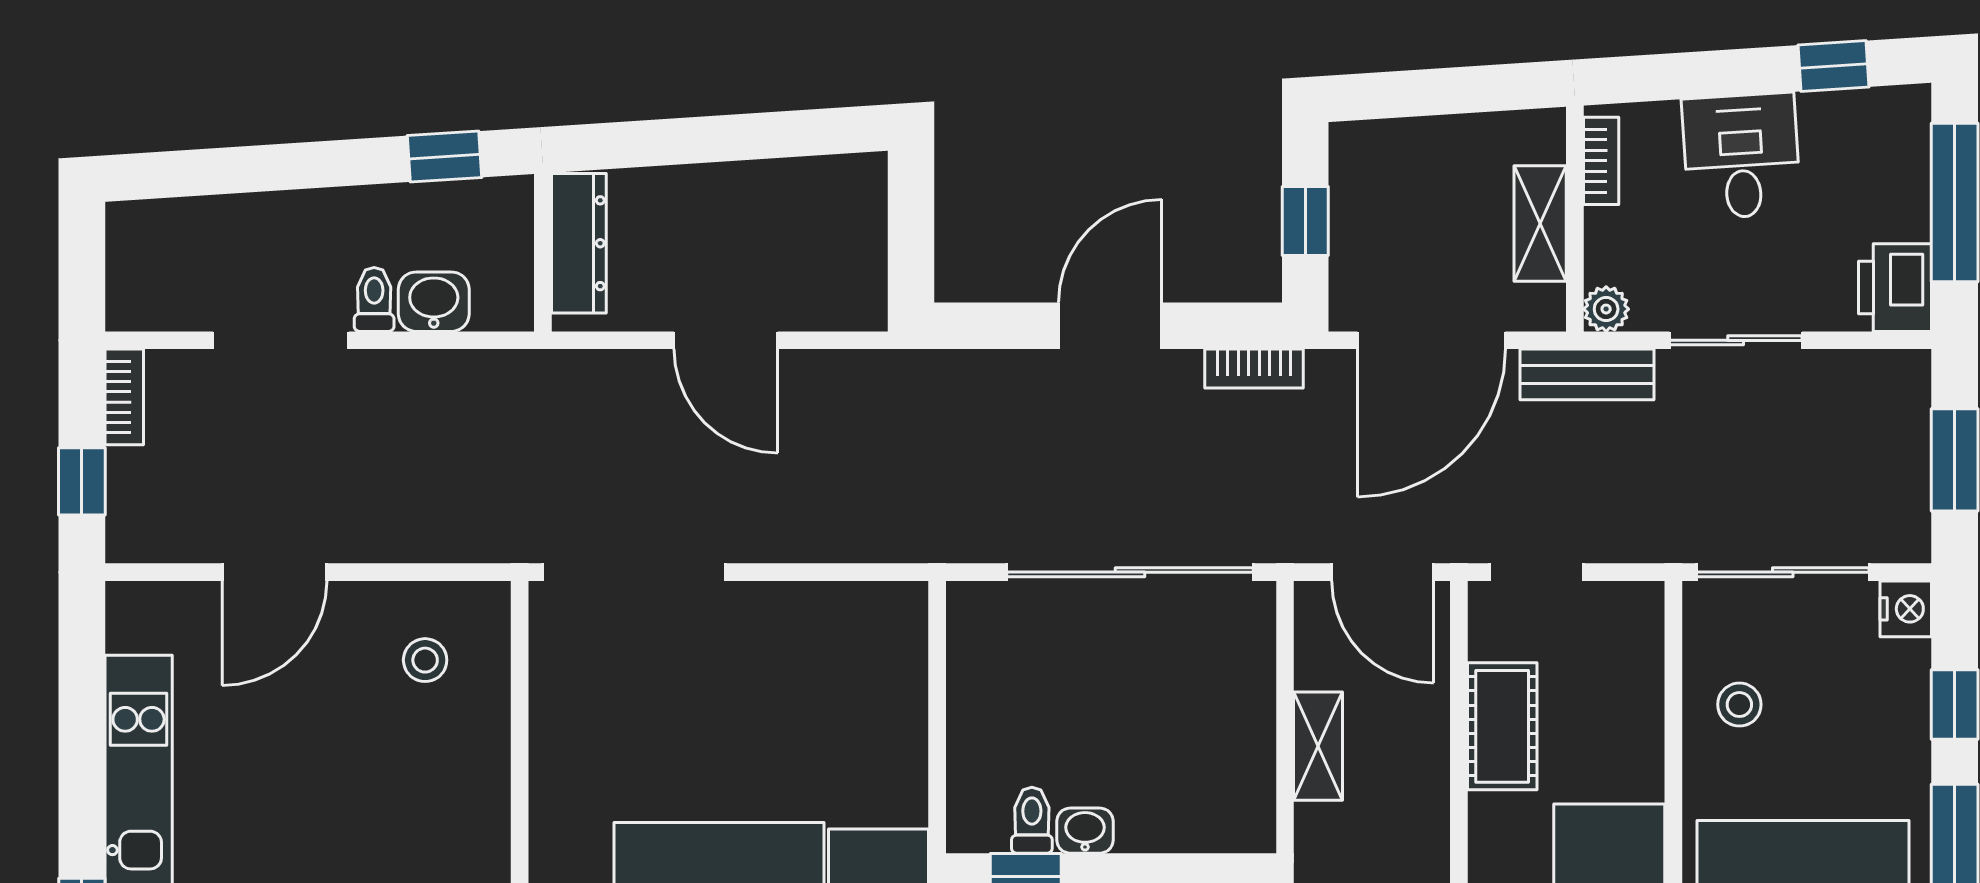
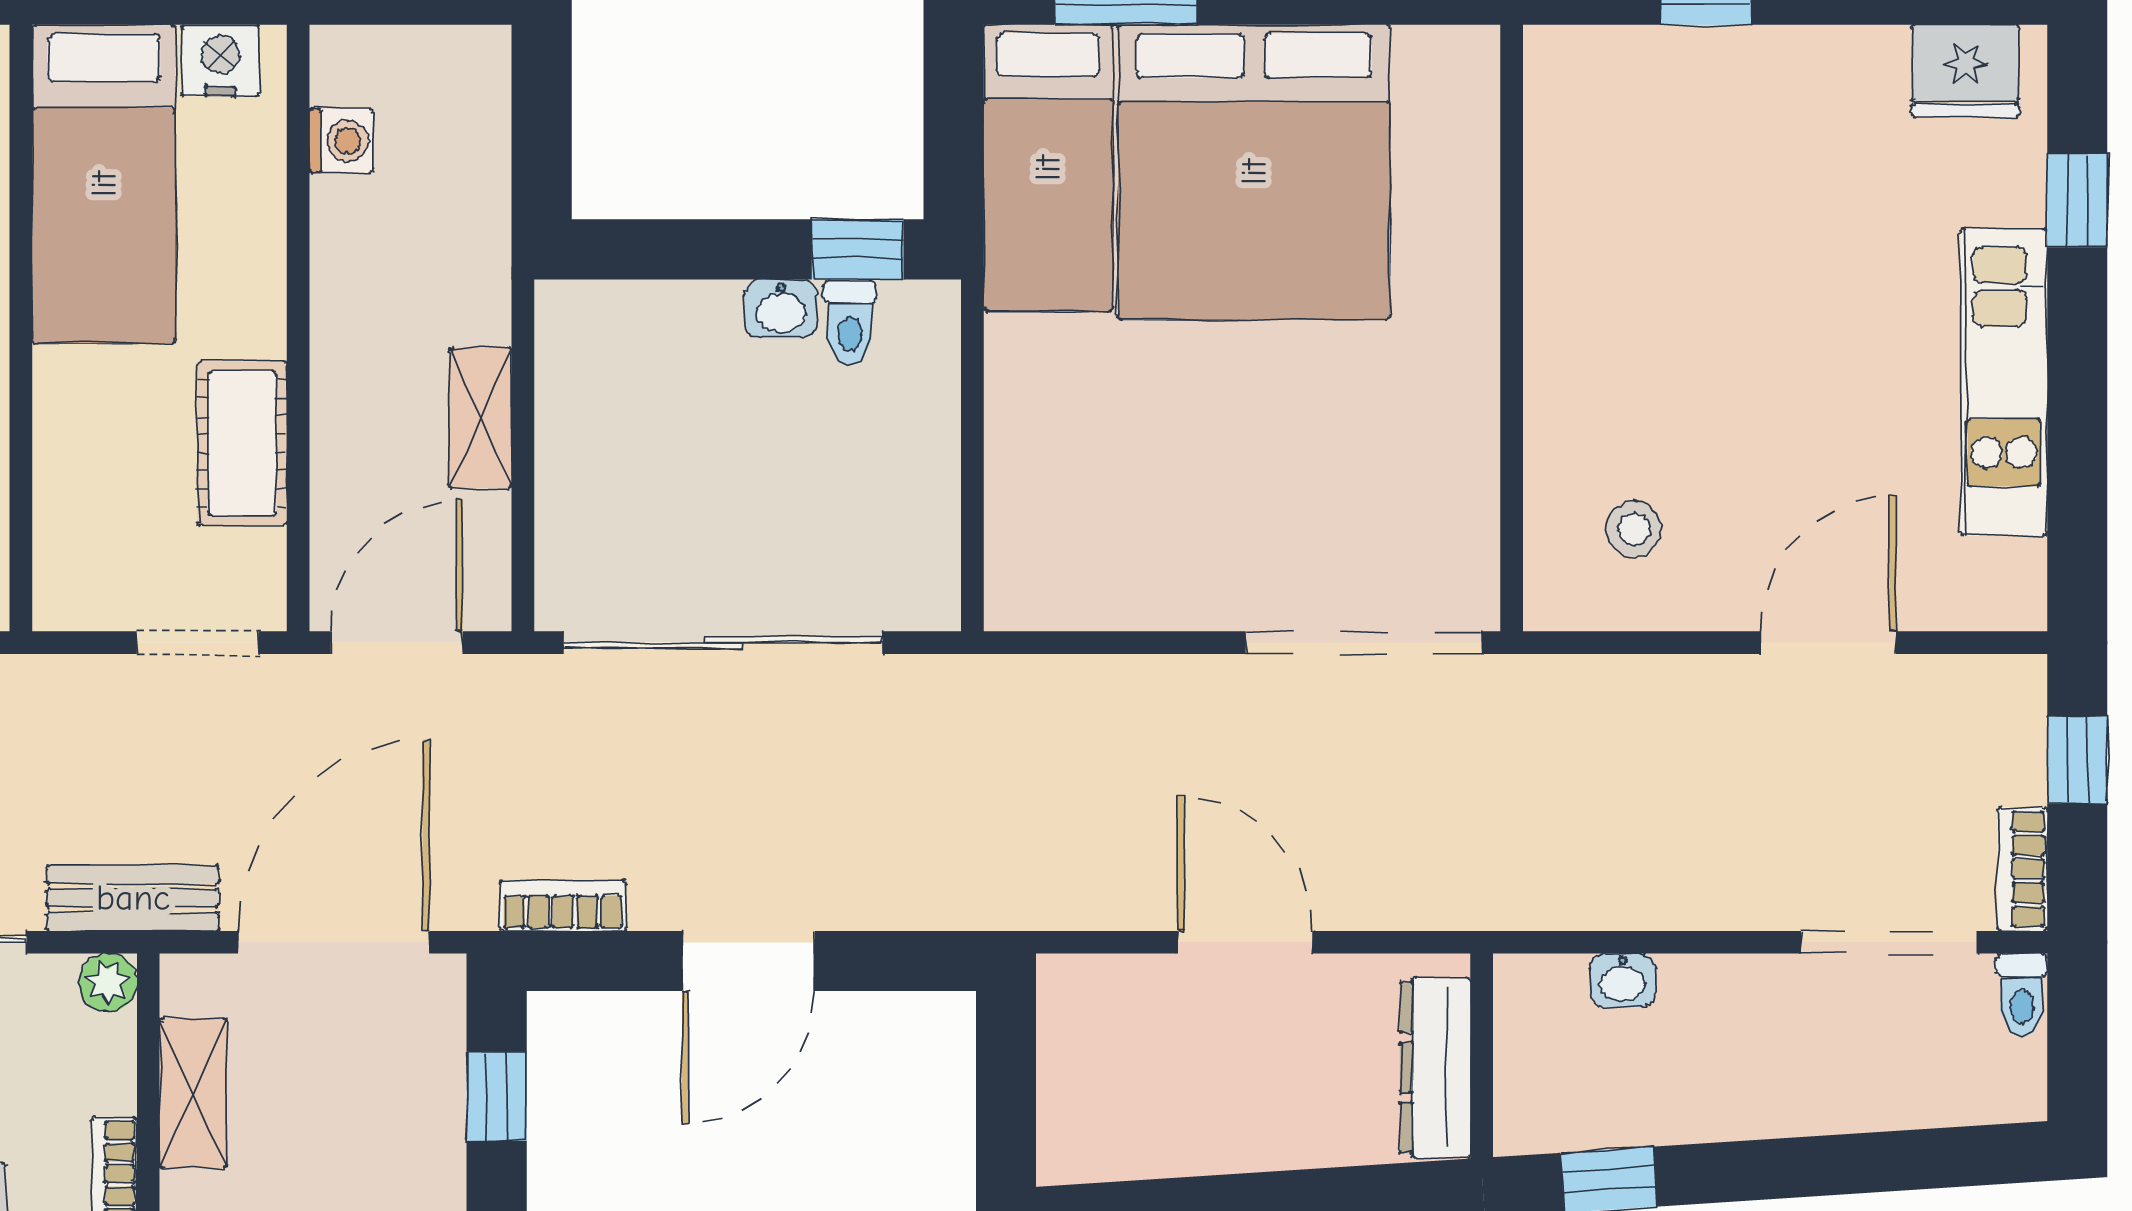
toilet: (374, 299) -> (2022, 995), moved
washbasin: (434, 302) -> (1623, 980), width x0.72, depth x0.69
doorway: (281, 340) -> (1889, 942), moved
door: (1383, 572) -> (397, 643), hinge flipped

